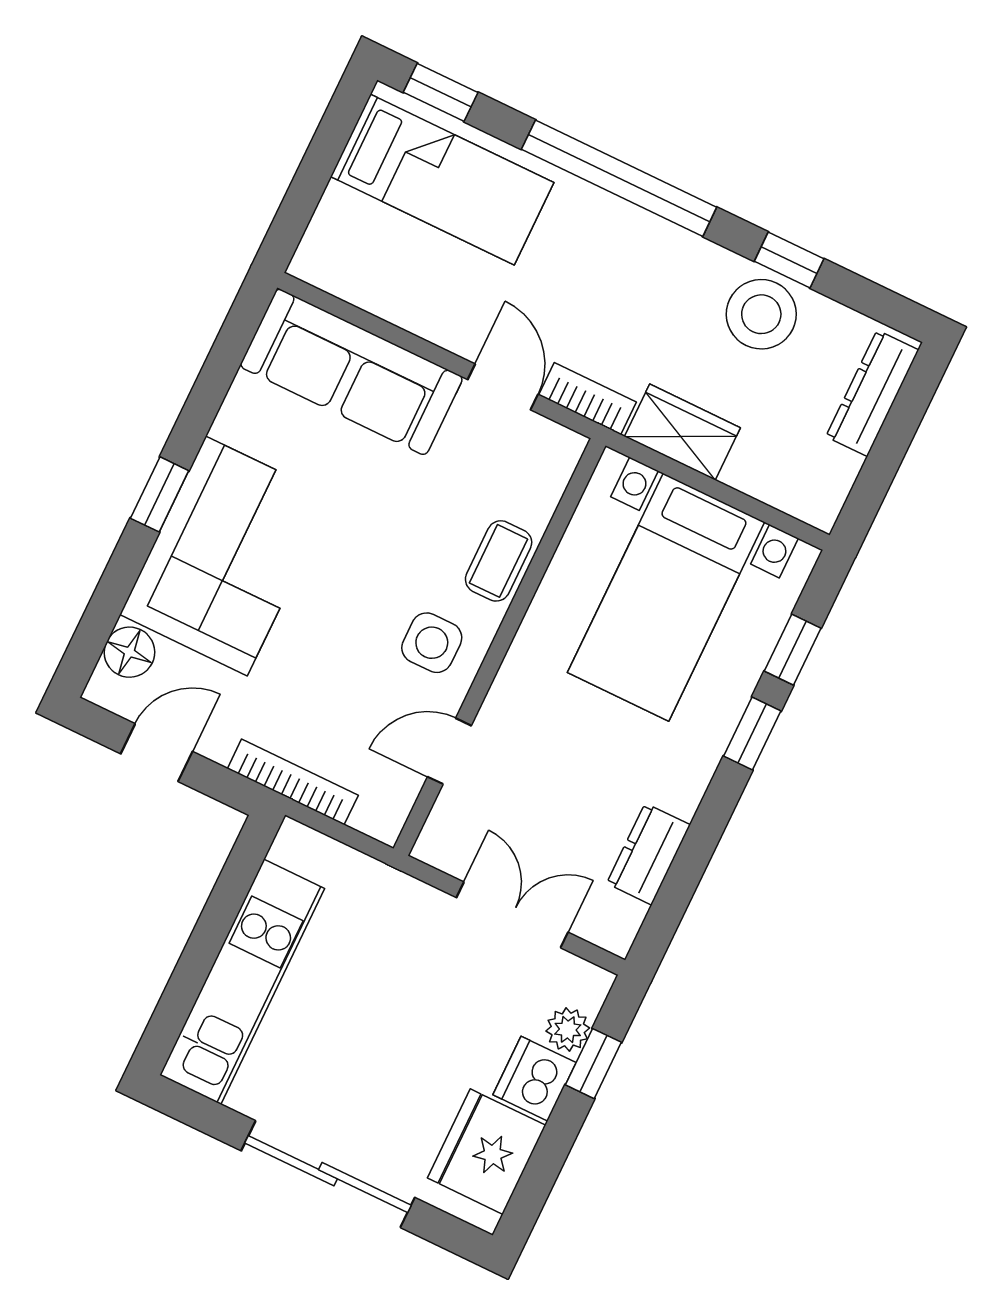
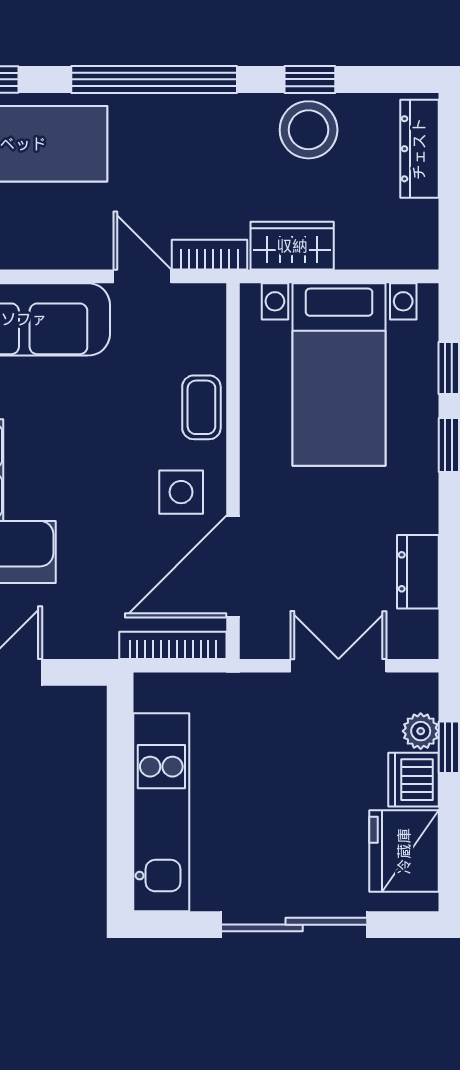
door: (449, 751) -> (233, 567), width x1.88
bookcase: (293, 782) -> (173, 645), moved

